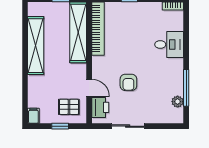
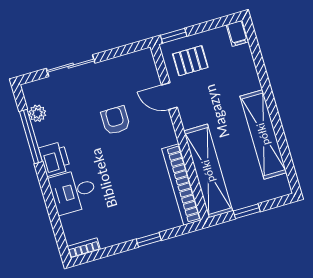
printer: (100, 107) -> (55, 159), moved, turned 180
window: (60, 126) -> (174, 36), moved
sliding door: (128, 126) -> (71, 66), moved

